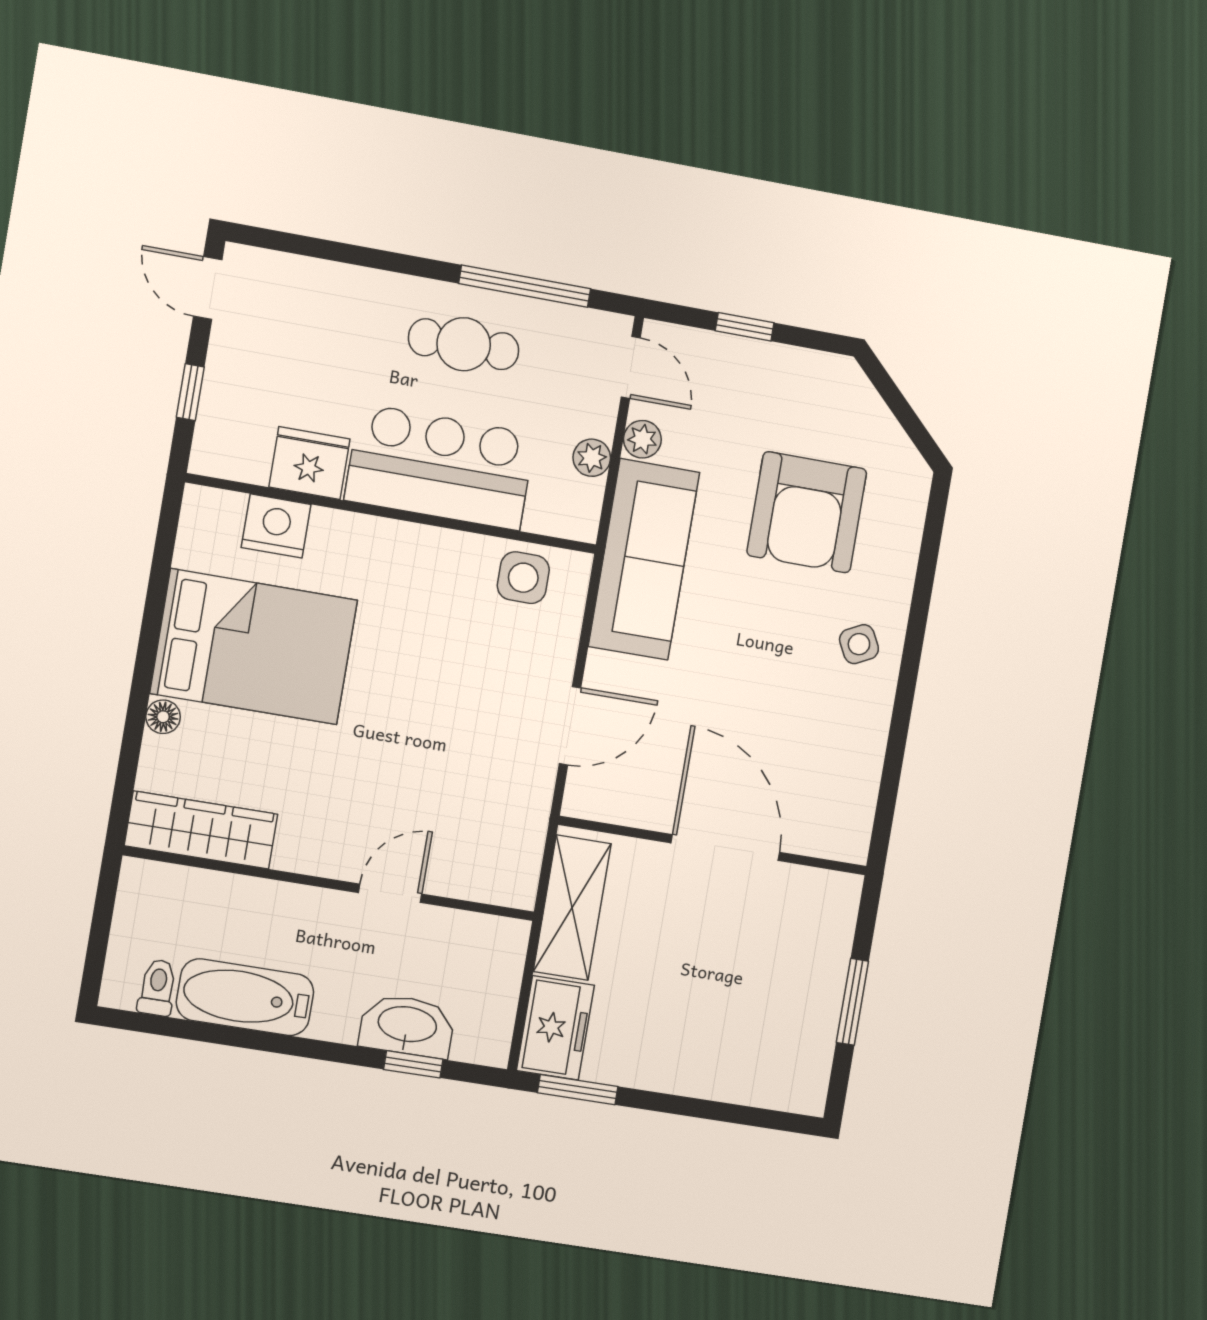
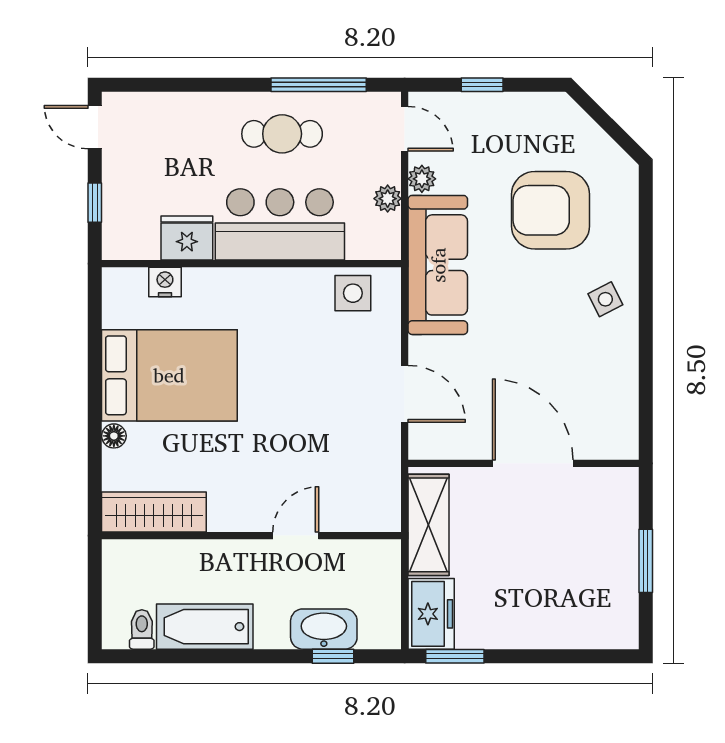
armchair: (807, 512) -> (551, 210), turned 90
nightstand: (276, 526) -> (165, 282), width x0.74, depth x0.75
door: (570, 726) -> (405, 394), hinge flipped

